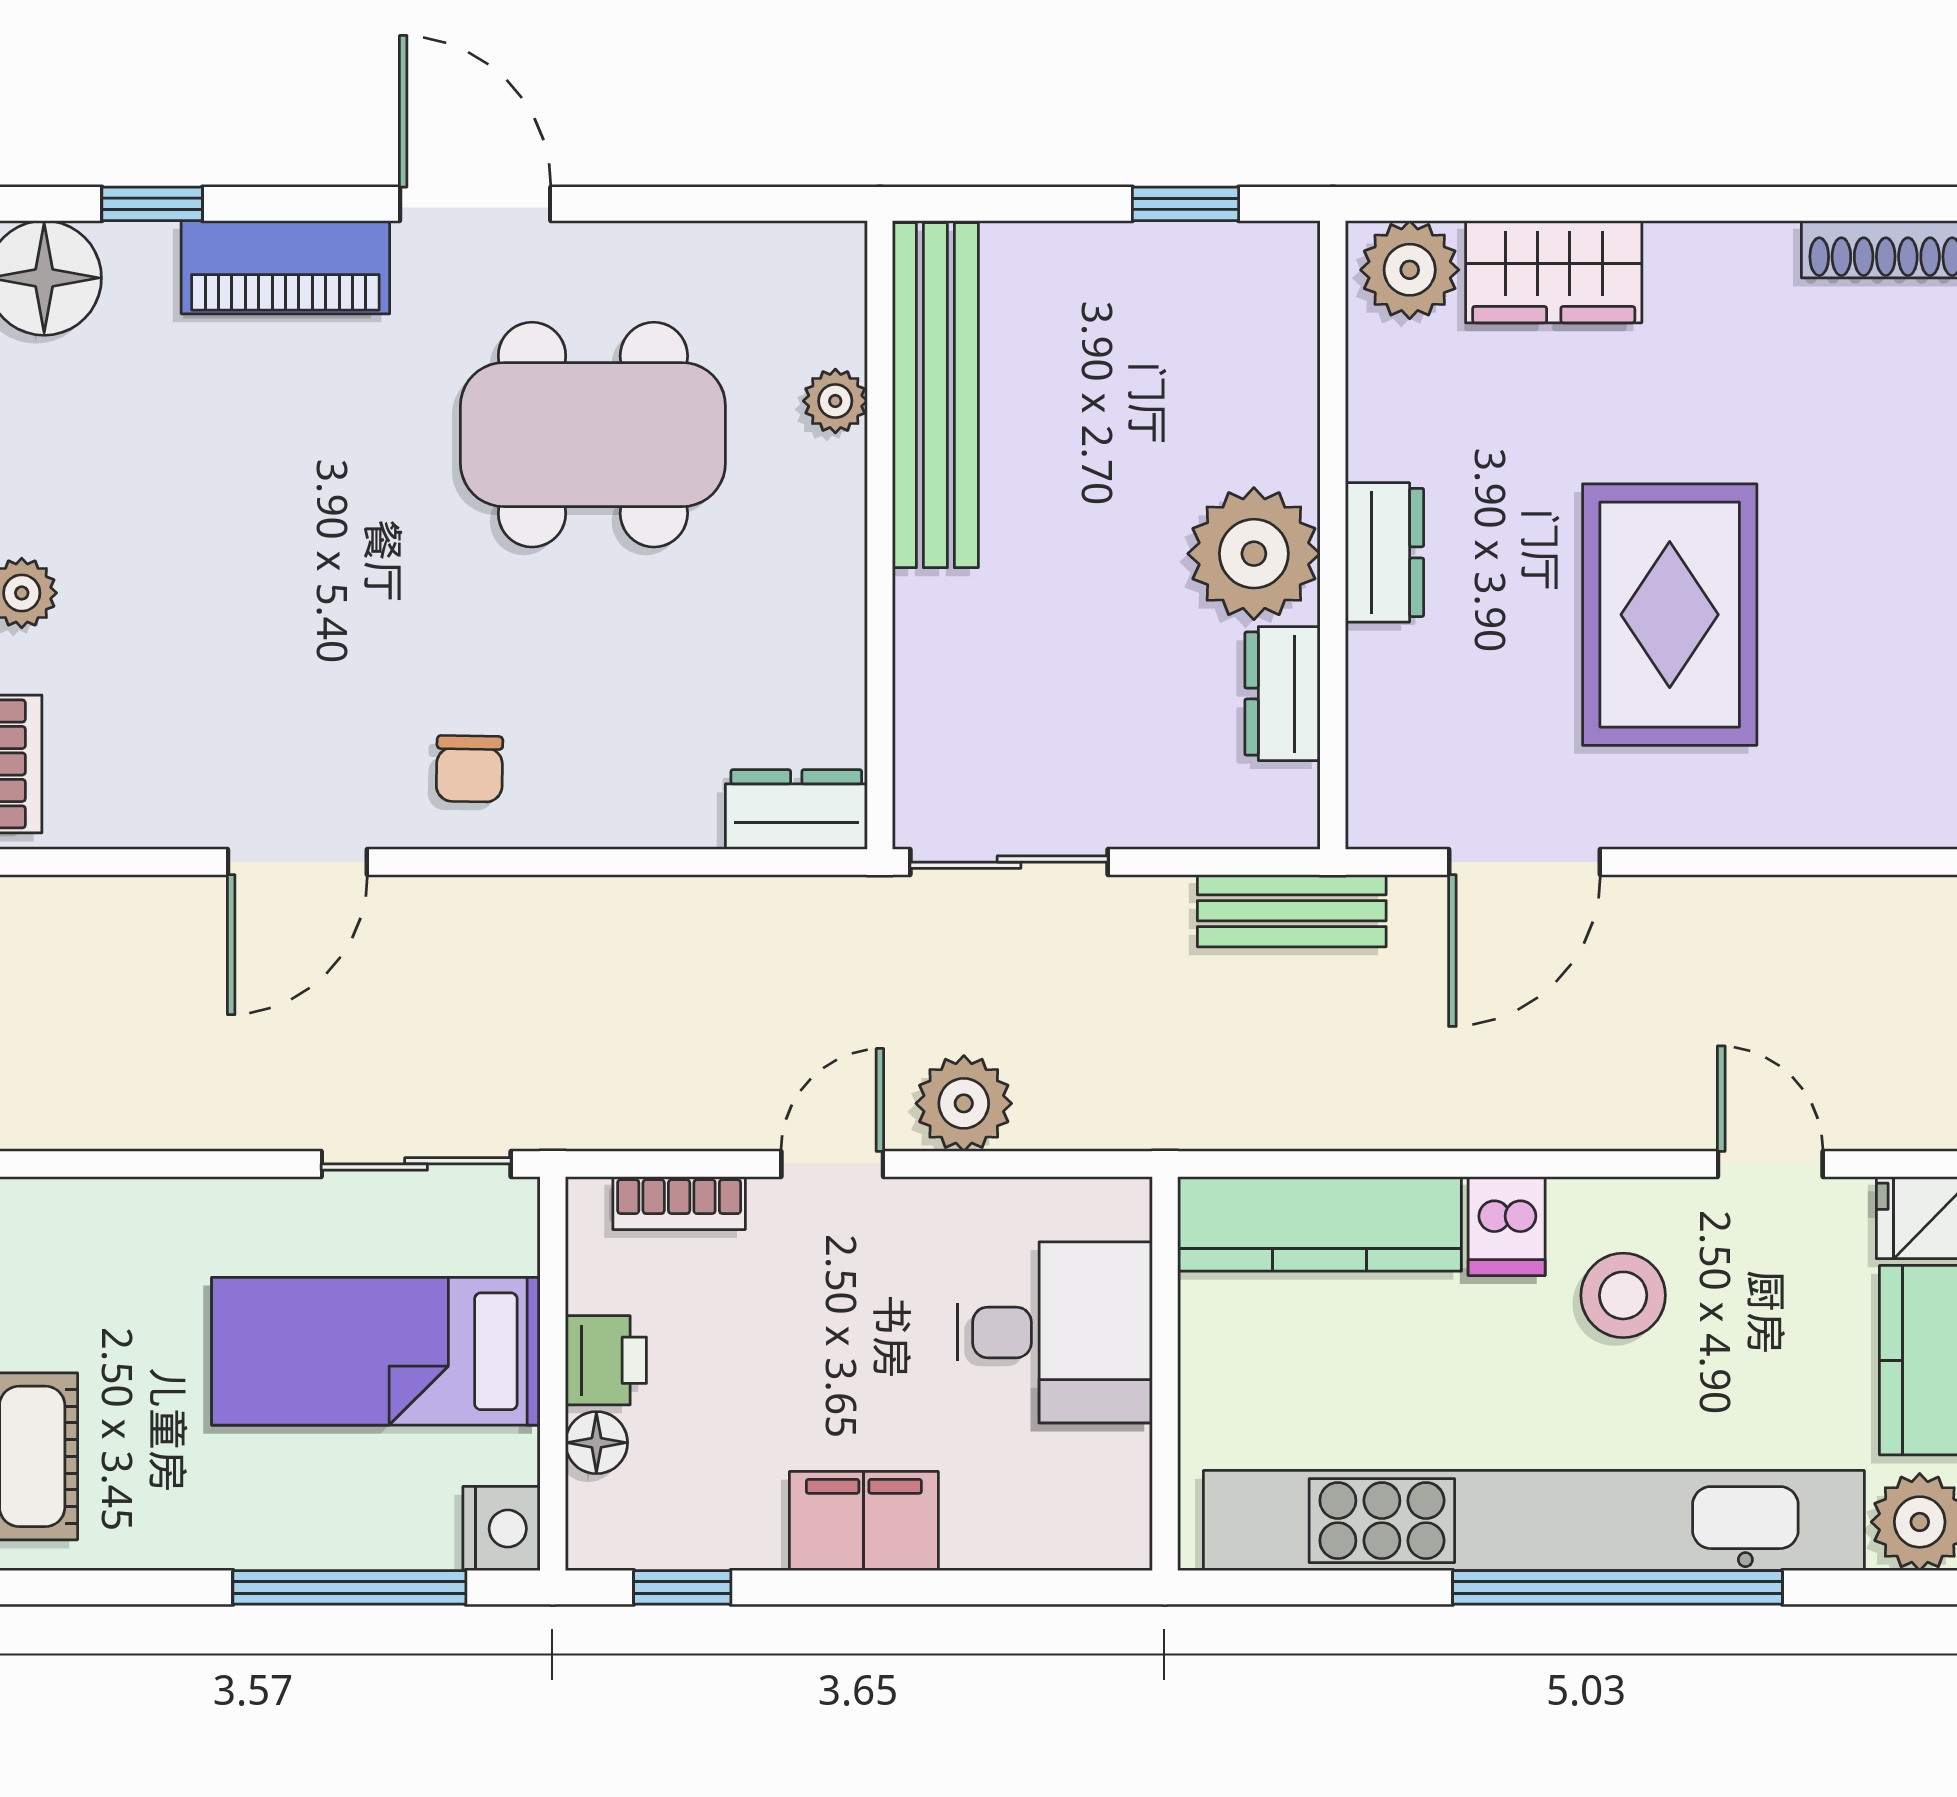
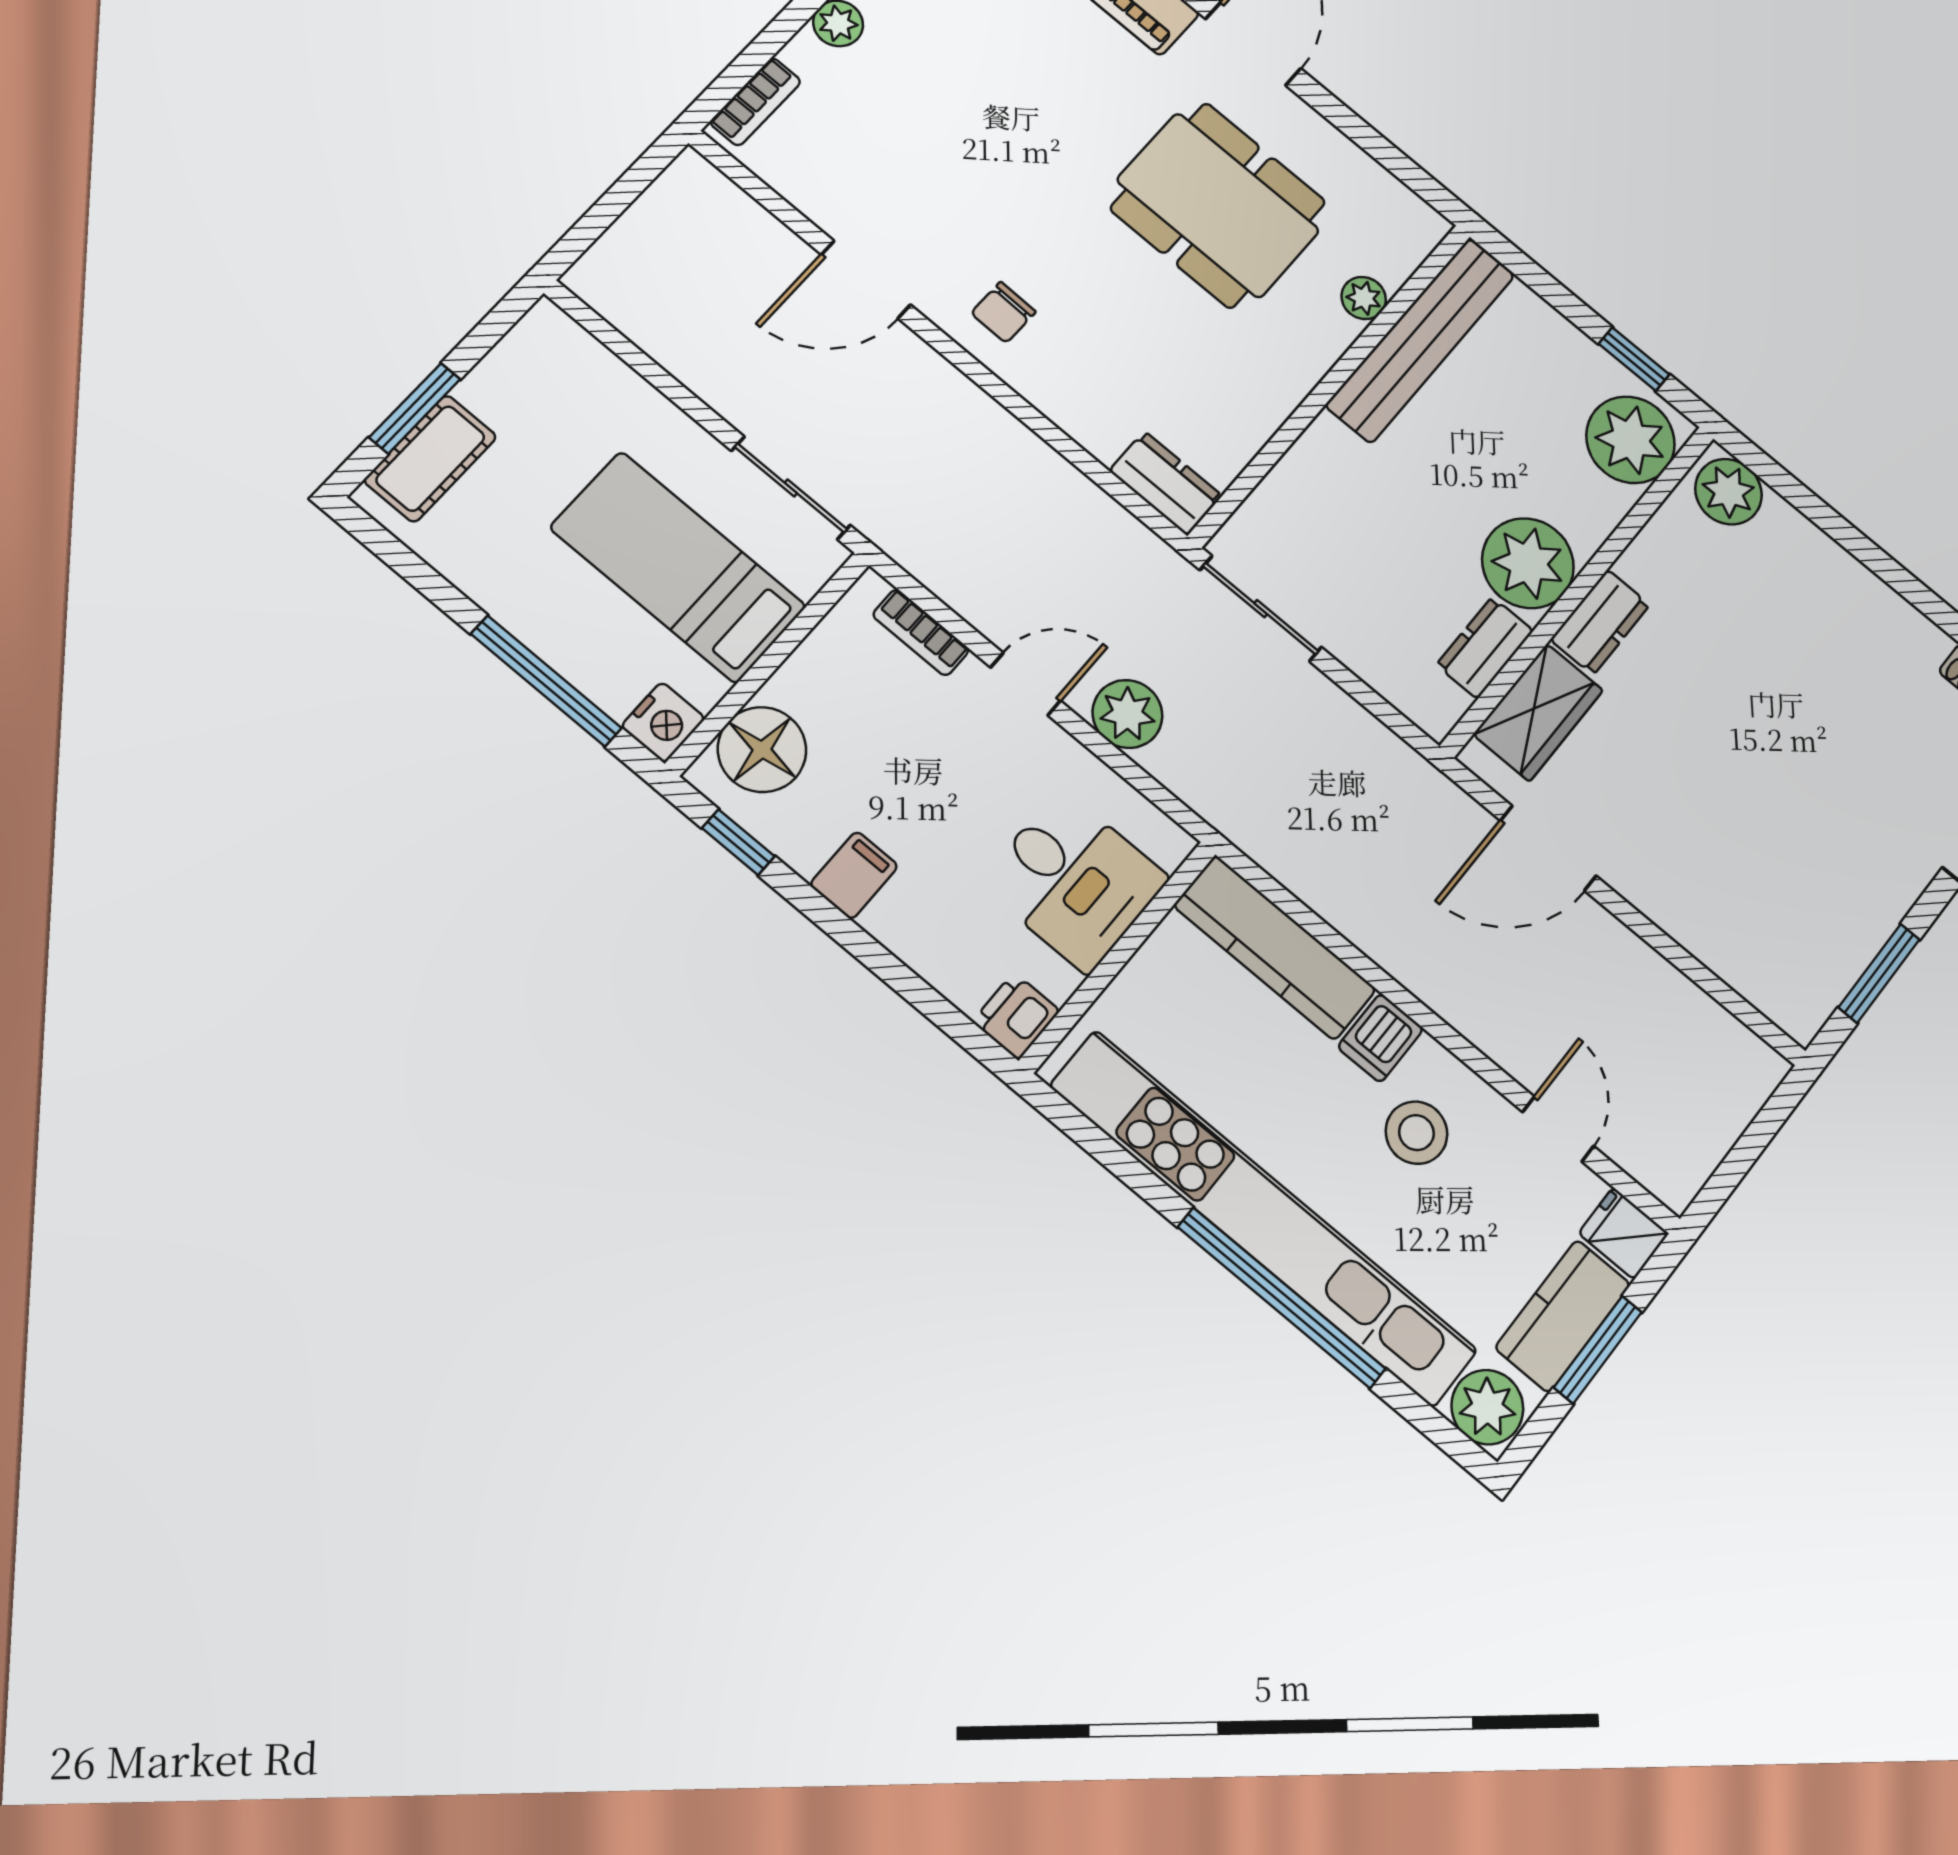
wardrobe: (1554, 272) -> (1538, 712), moved, turned -90
plant: (1255, 305) -> (1630, 440), added
rug: (1670, 615) -> (1732, 785), removed
bench: (1292, 911) -> (1397, 766), removed
printer: (606, 1360) -> (1016, 1016), moved, turned 180
floor lamp: (596, 1443) -> (762, 750), width x1.89, depth x1.89
filing cabinet: (864, 1521) -> (854, 875), width x0.50

